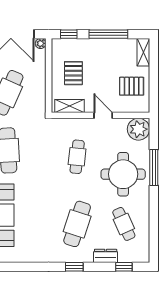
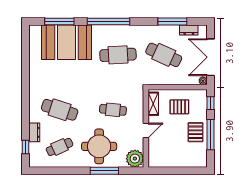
shelving: (143, 52) -> (196, 162), removed
pallet: (132, 86) -> (195, 132), moved
window: (74, 267) -> (26, 108), removed

